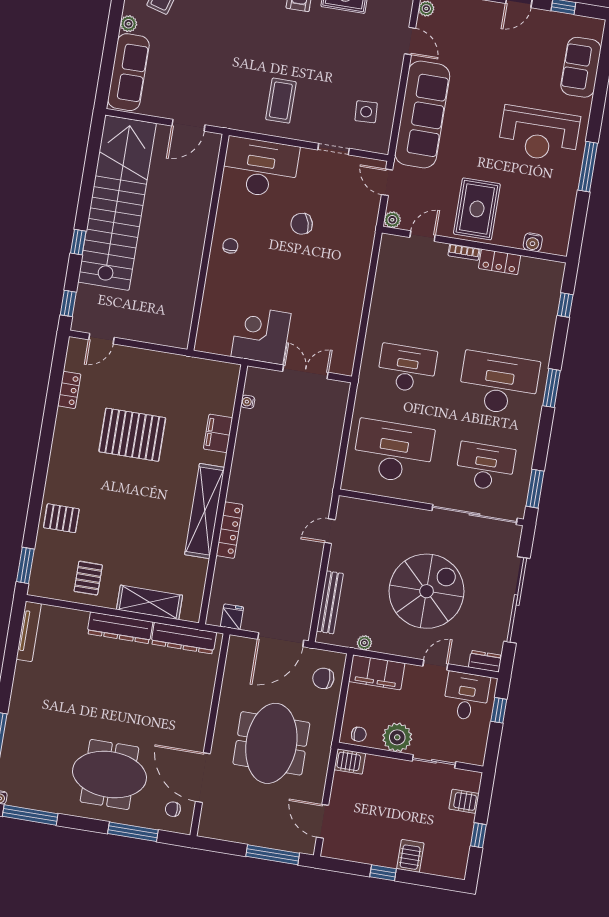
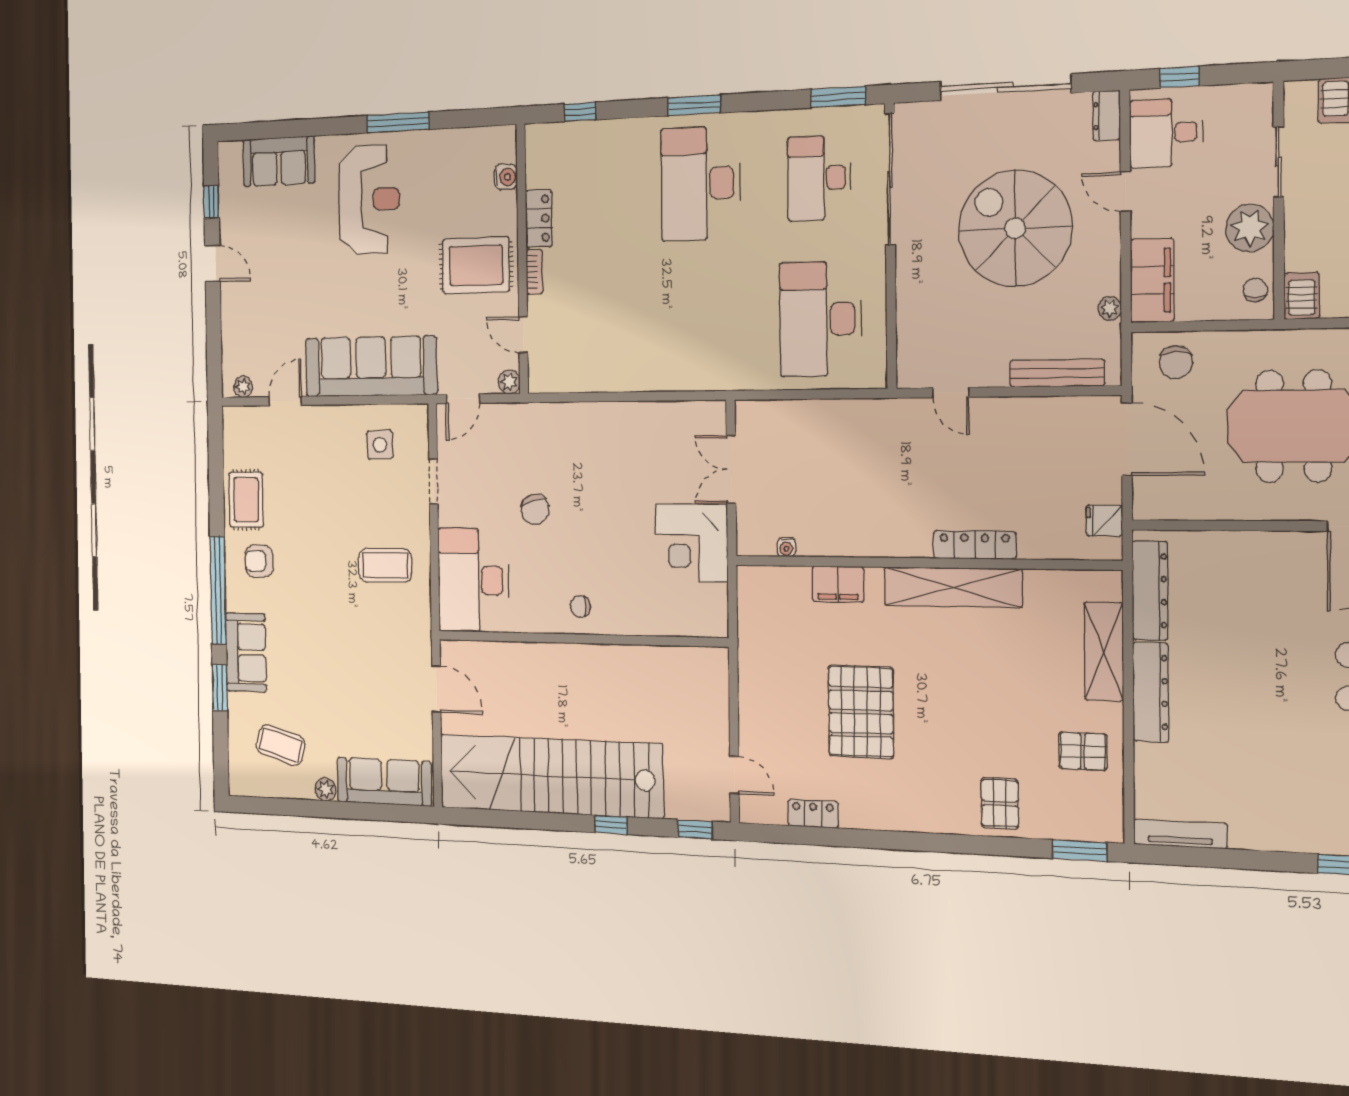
desk: (407, 368) -> (702, 322), removed

